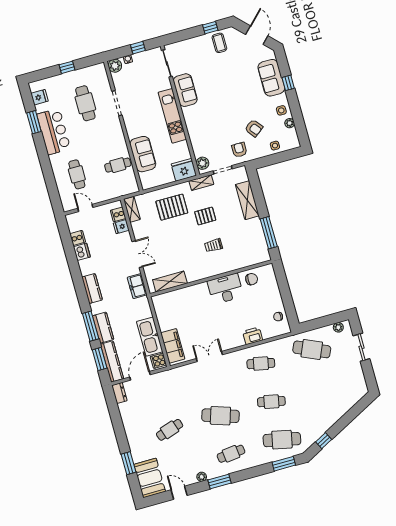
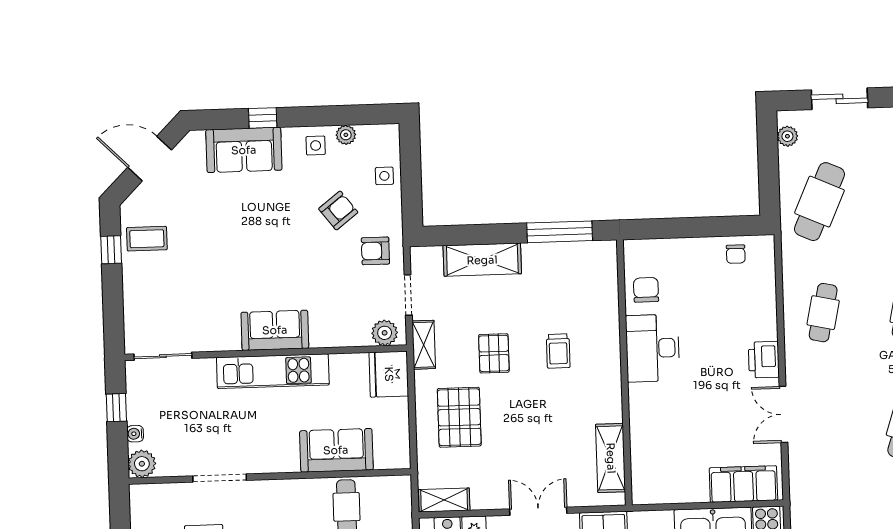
sofa: (185, 90) -> (275, 330), moved
printer: (253, 336) -> (764, 360), moved

